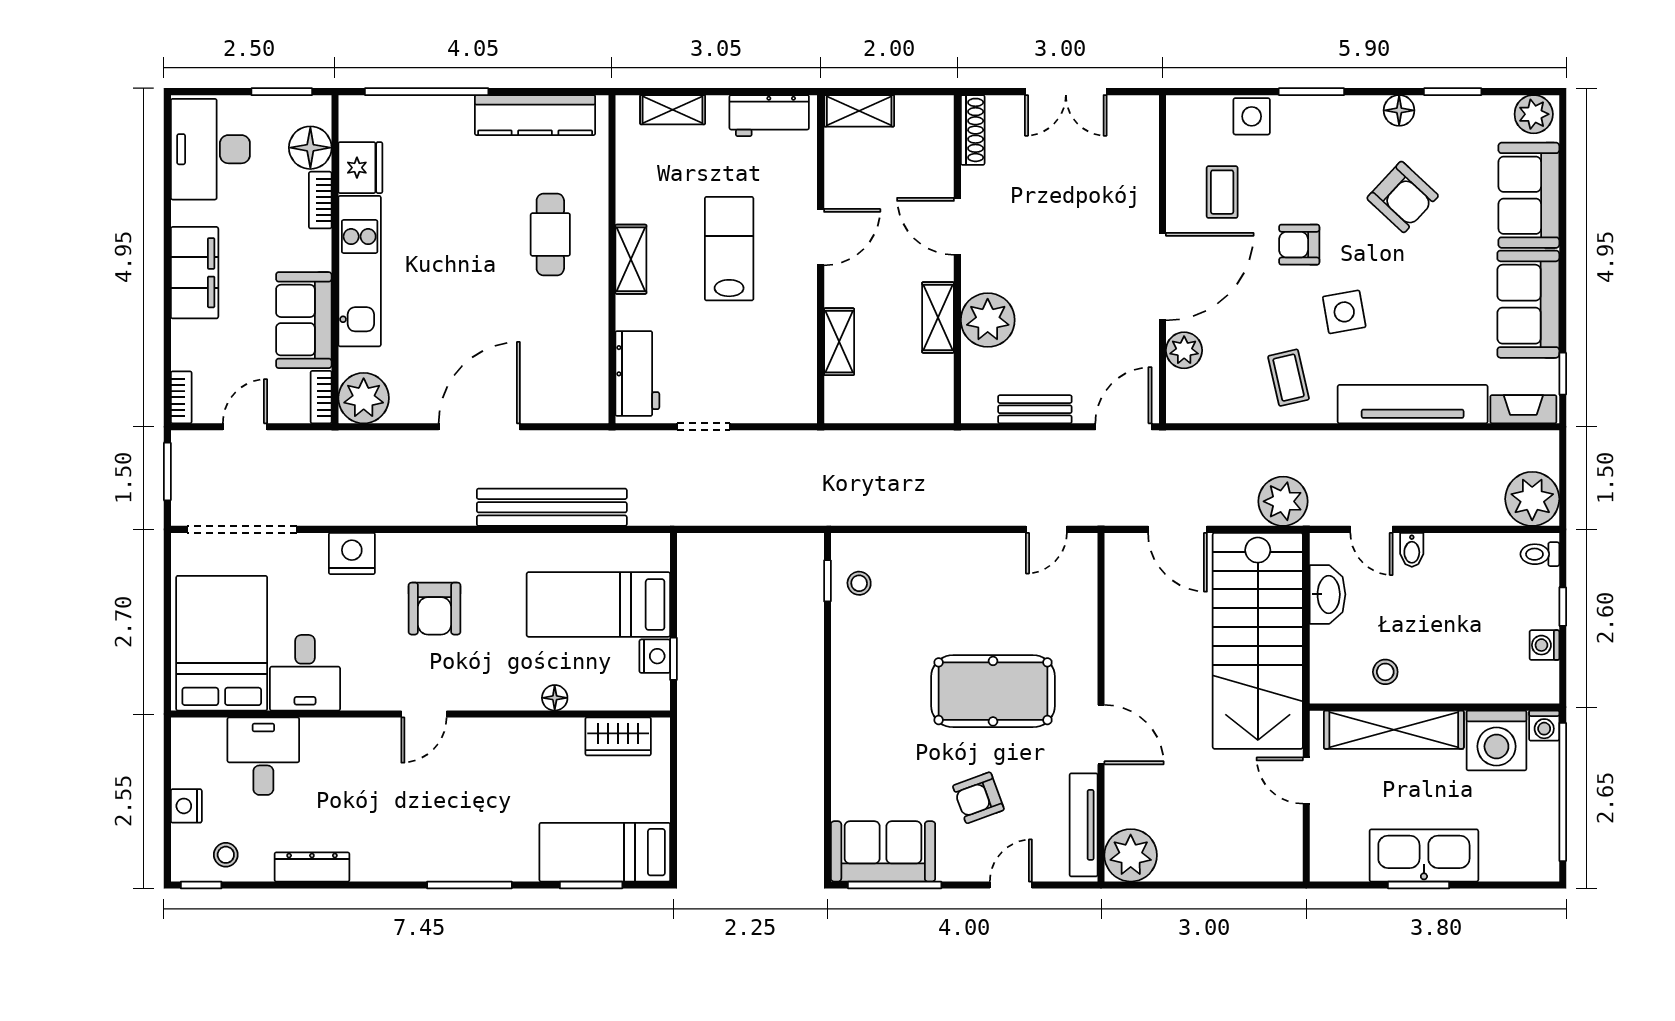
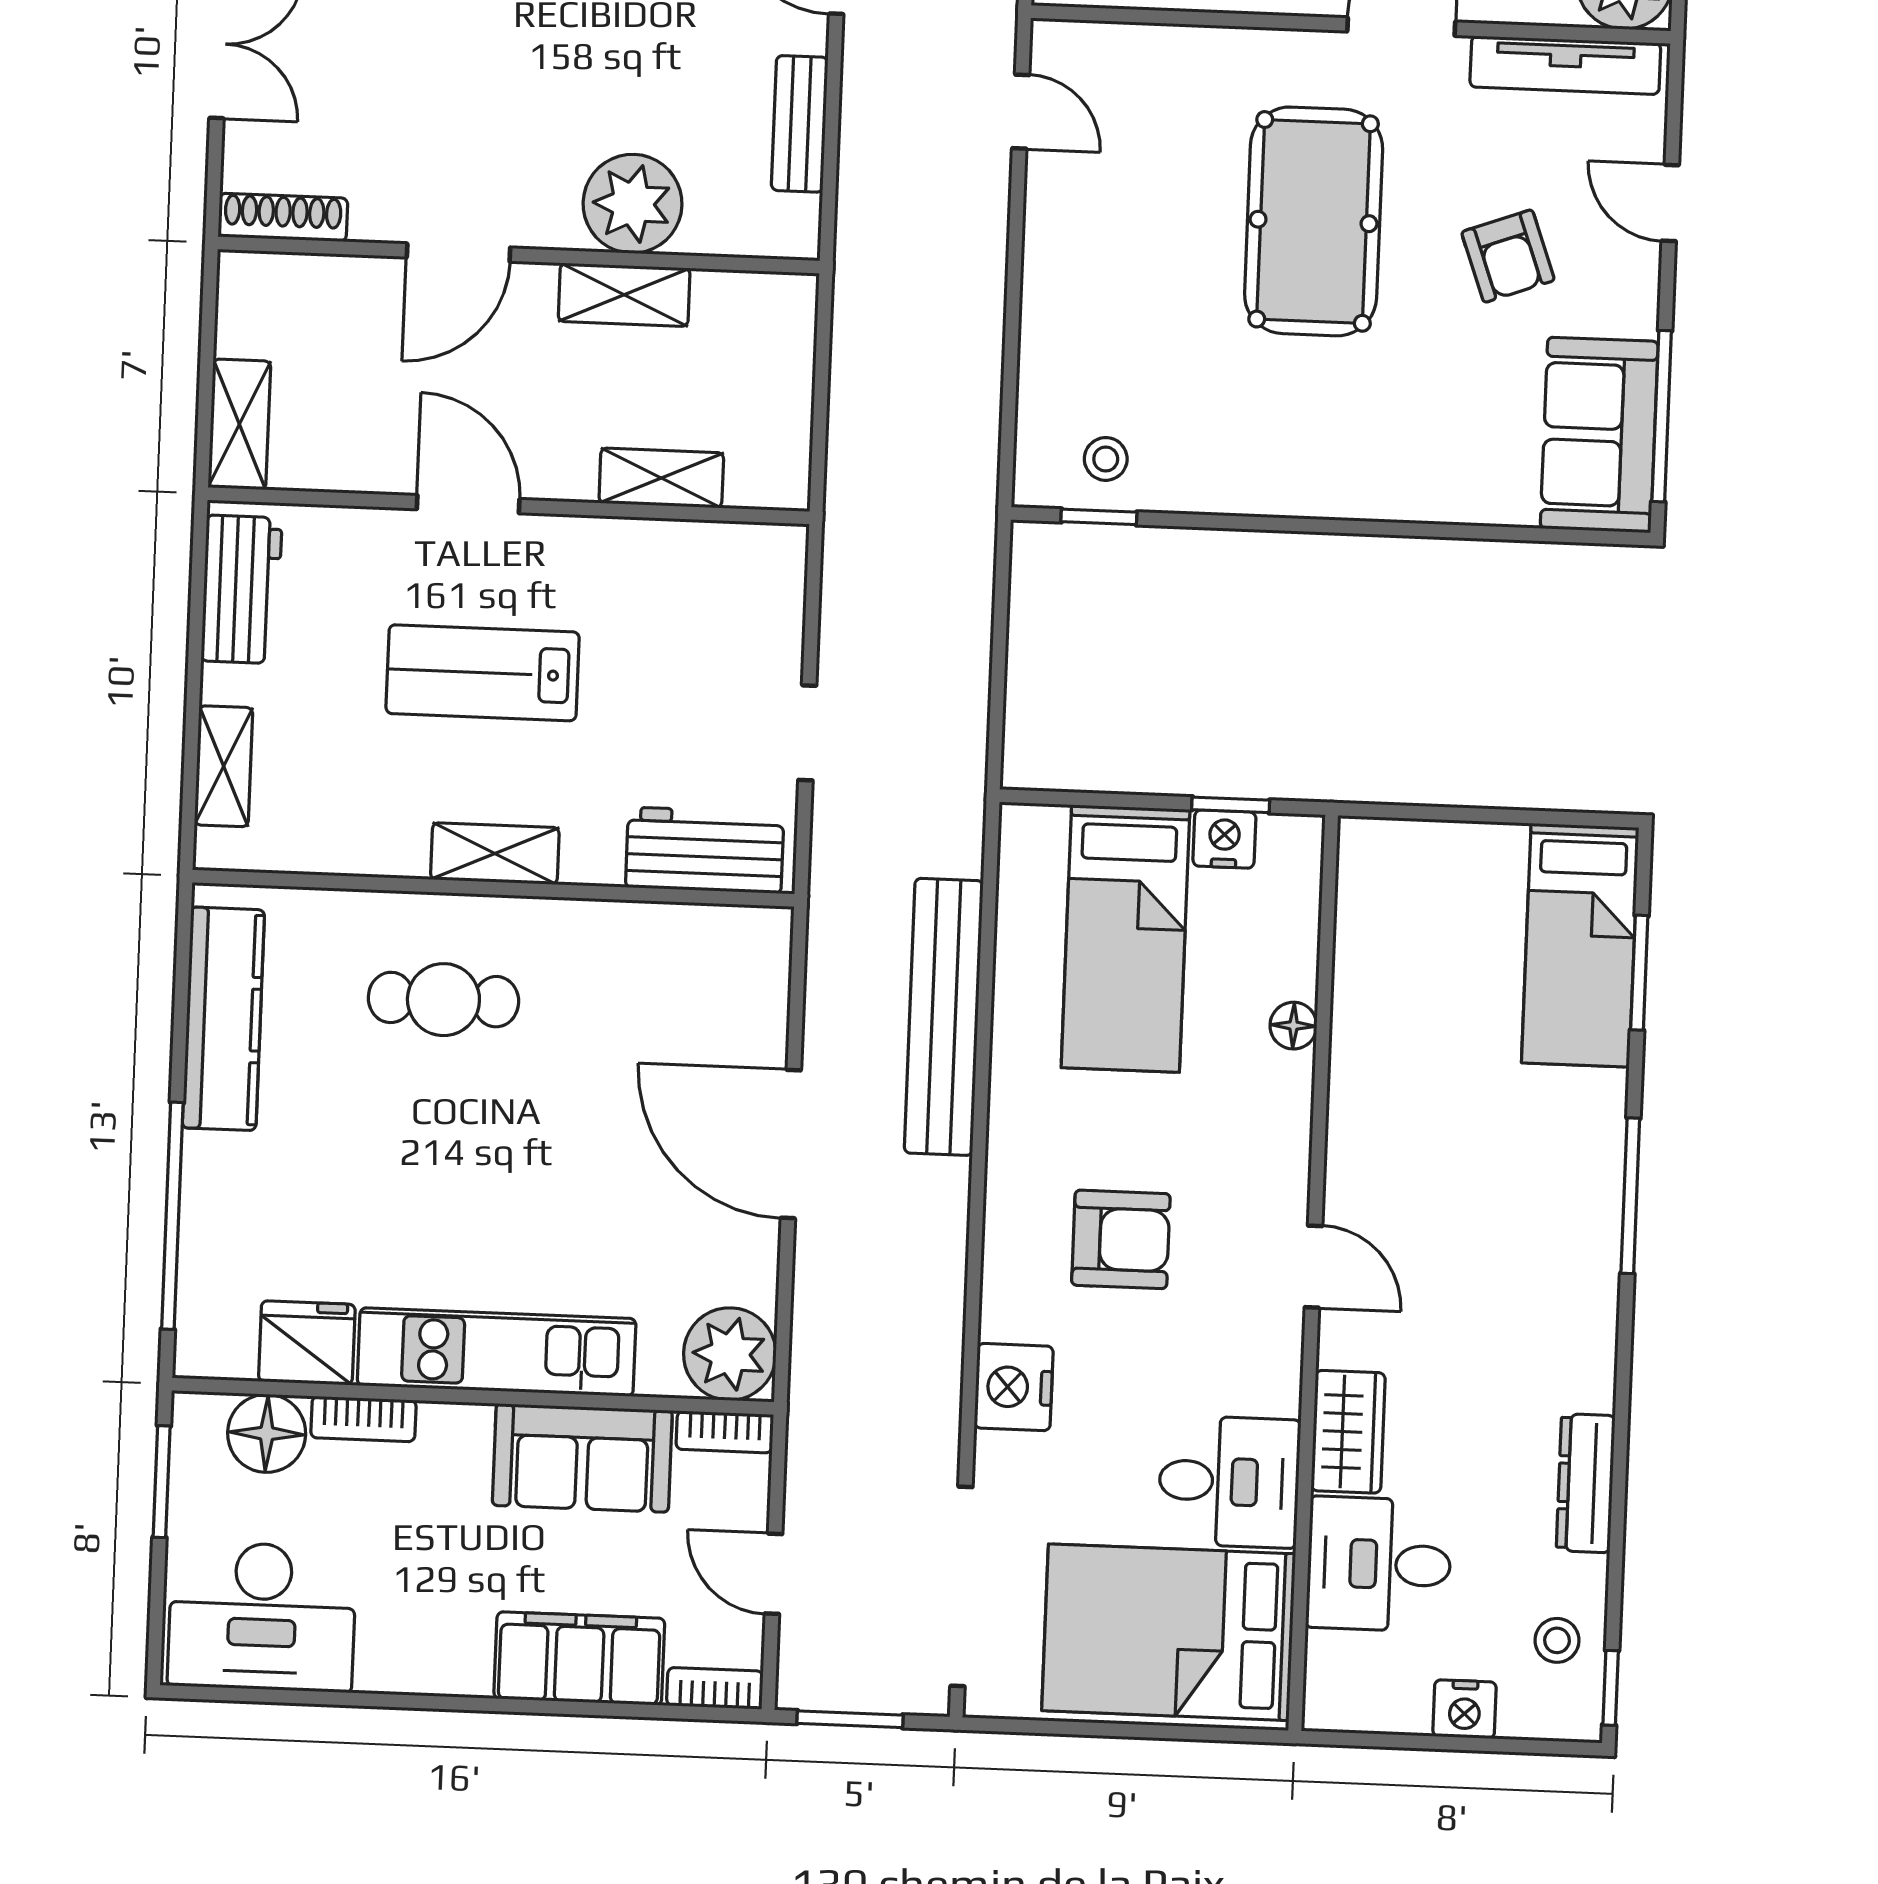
filing cabinet: (195, 273) -> (579, 1658), moved
wardrobe: (618, 736) -> (1348, 1432), moved

